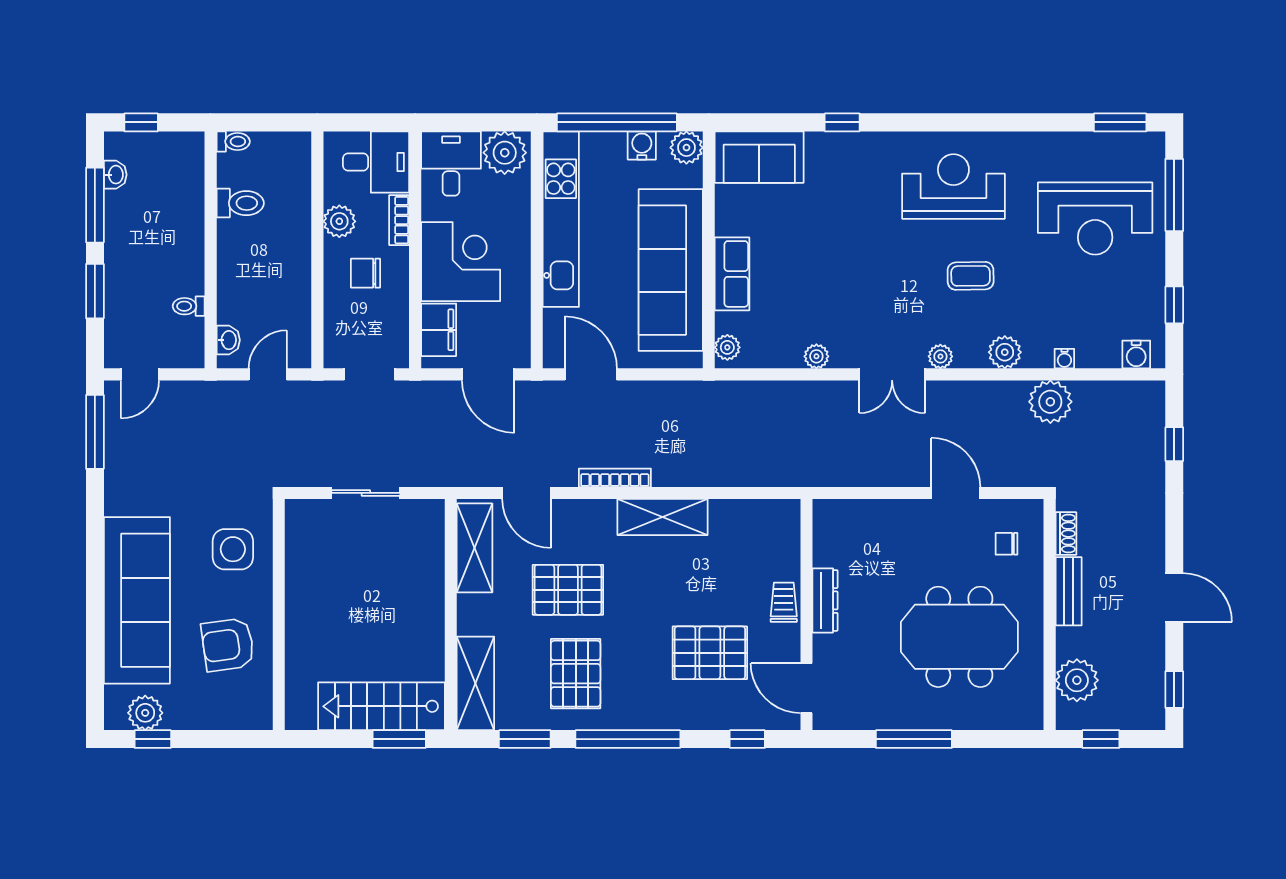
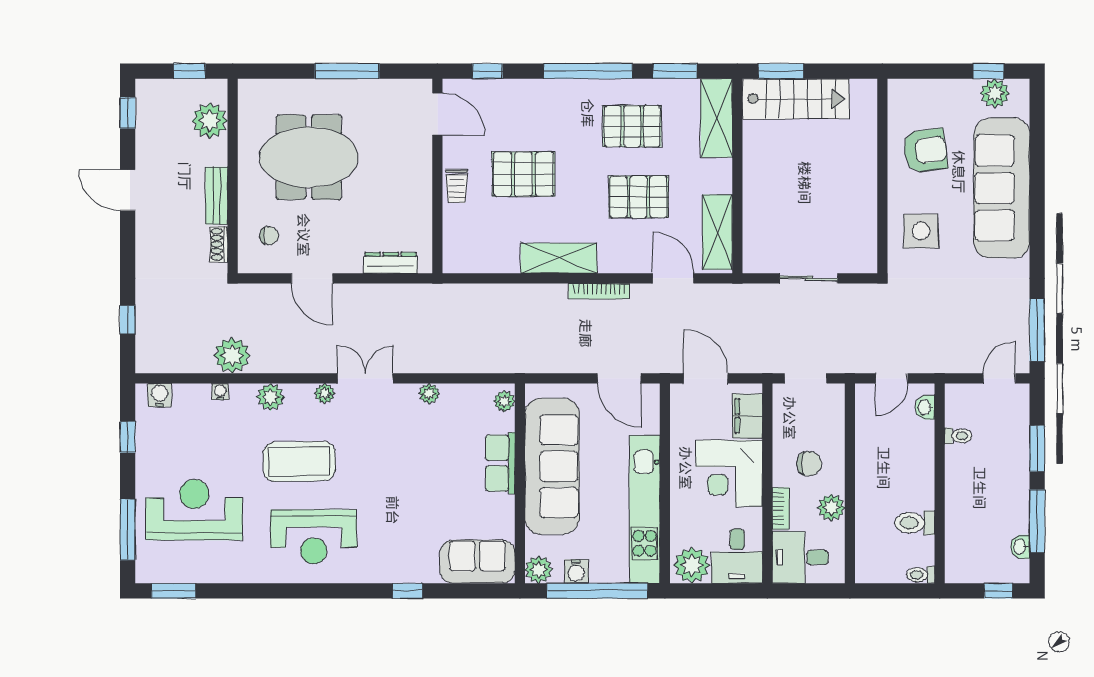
coffee table: (971, 276) -> (299, 461), width x1.86, depth x1.72
dresser: (825, 600) -> (391, 263), moved, turned 90
pallet: (710, 653) -> (523, 174), moved
pallet: (576, 674) -> (632, 126), turned 90

